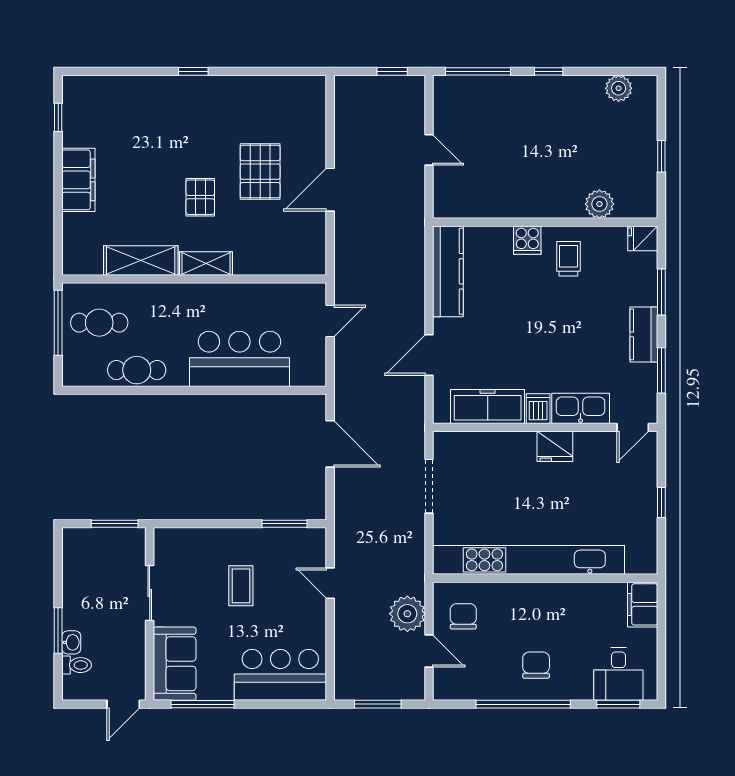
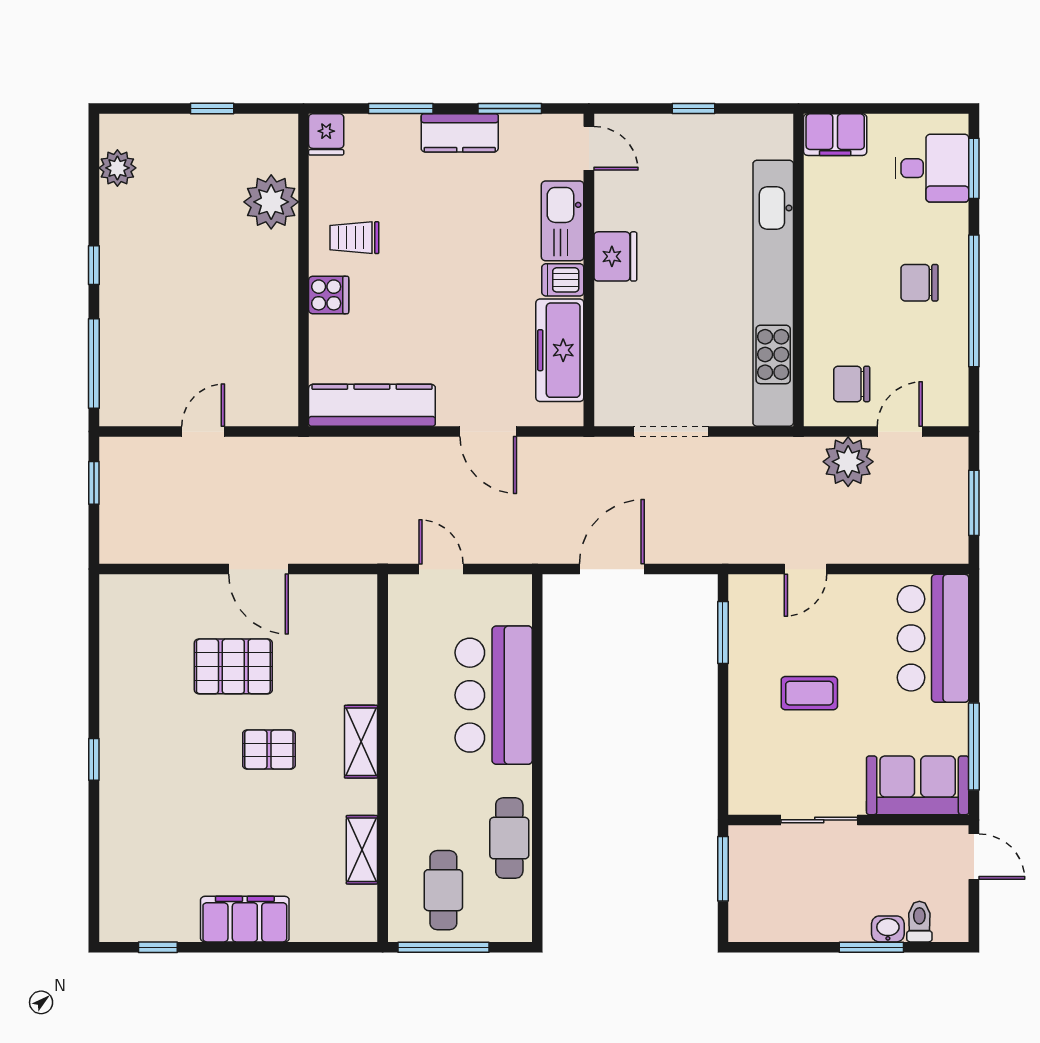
plant: (599, 204) -> (271, 202), width x1.36, depth x1.36
shelving: (141, 260) -> (362, 850), width x0.67, depth x0.75

